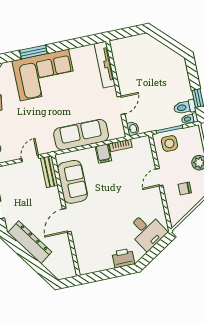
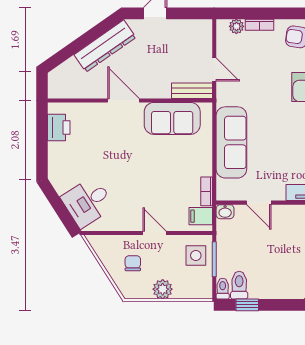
filing cabinet: (103, 154) -> (201, 216), moved
printer: (123, 258) -> (59, 127), moved

